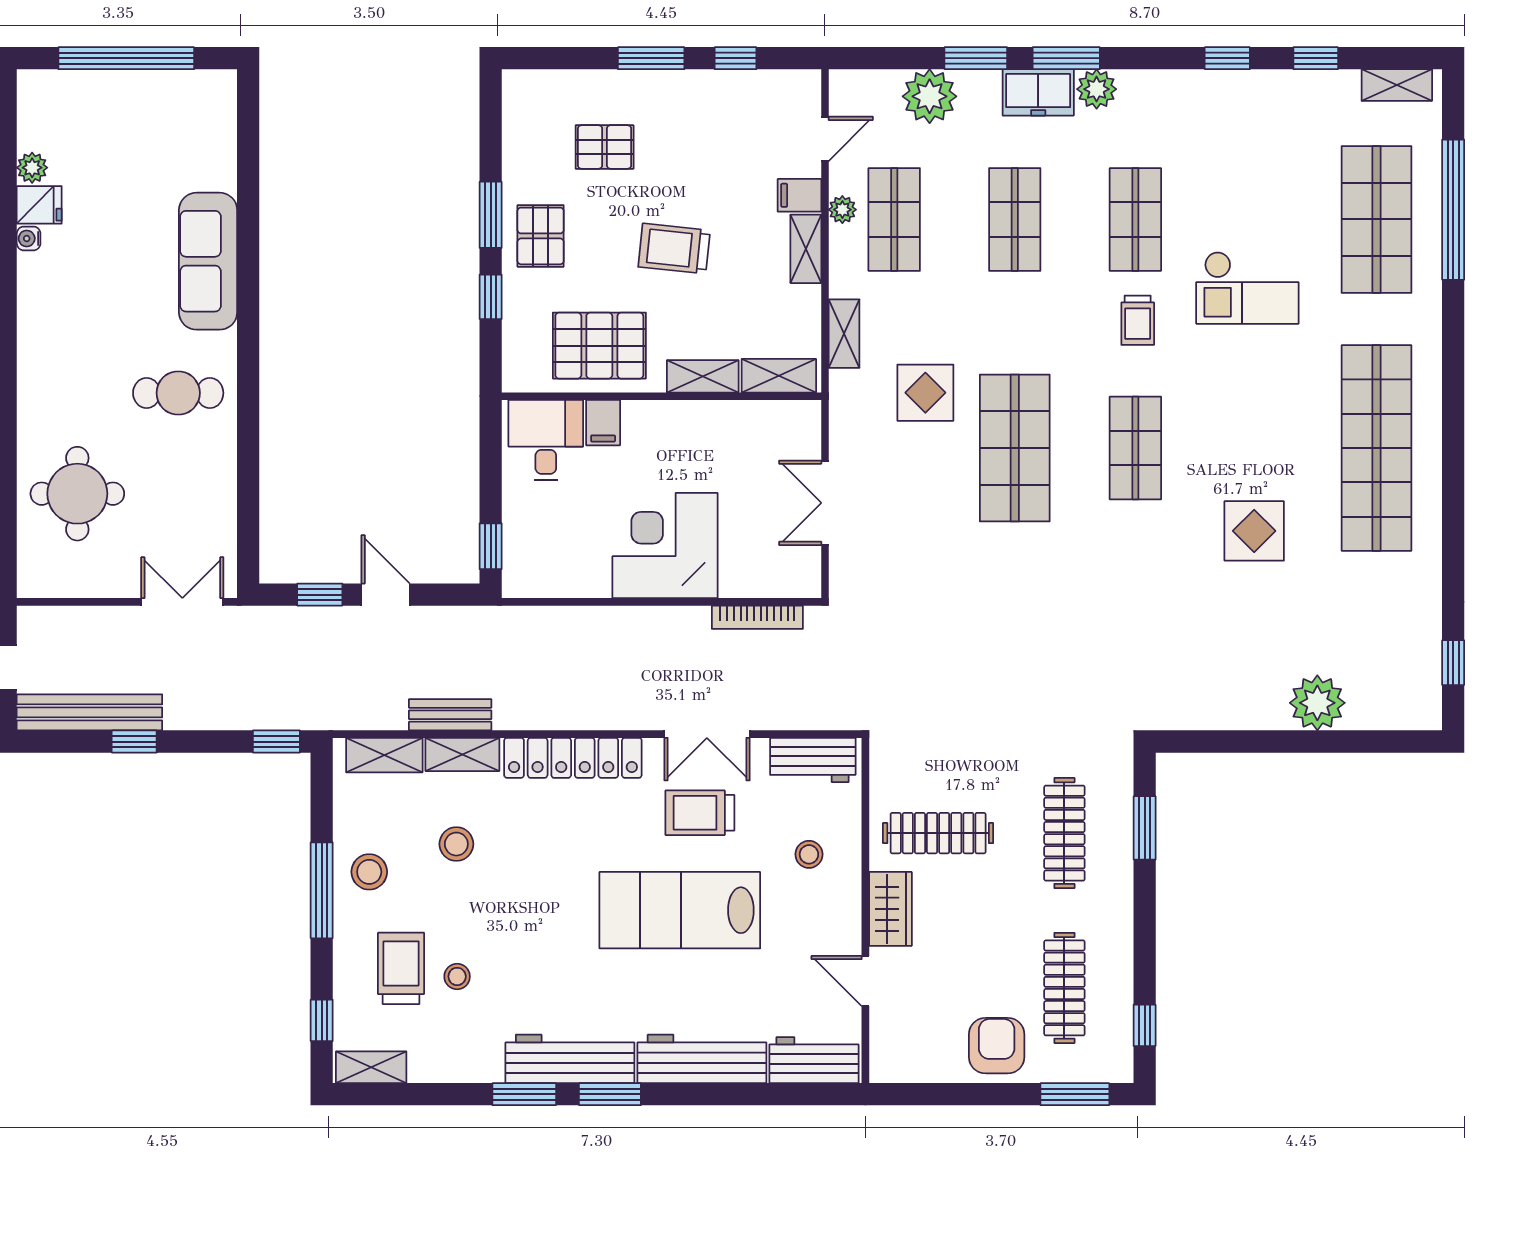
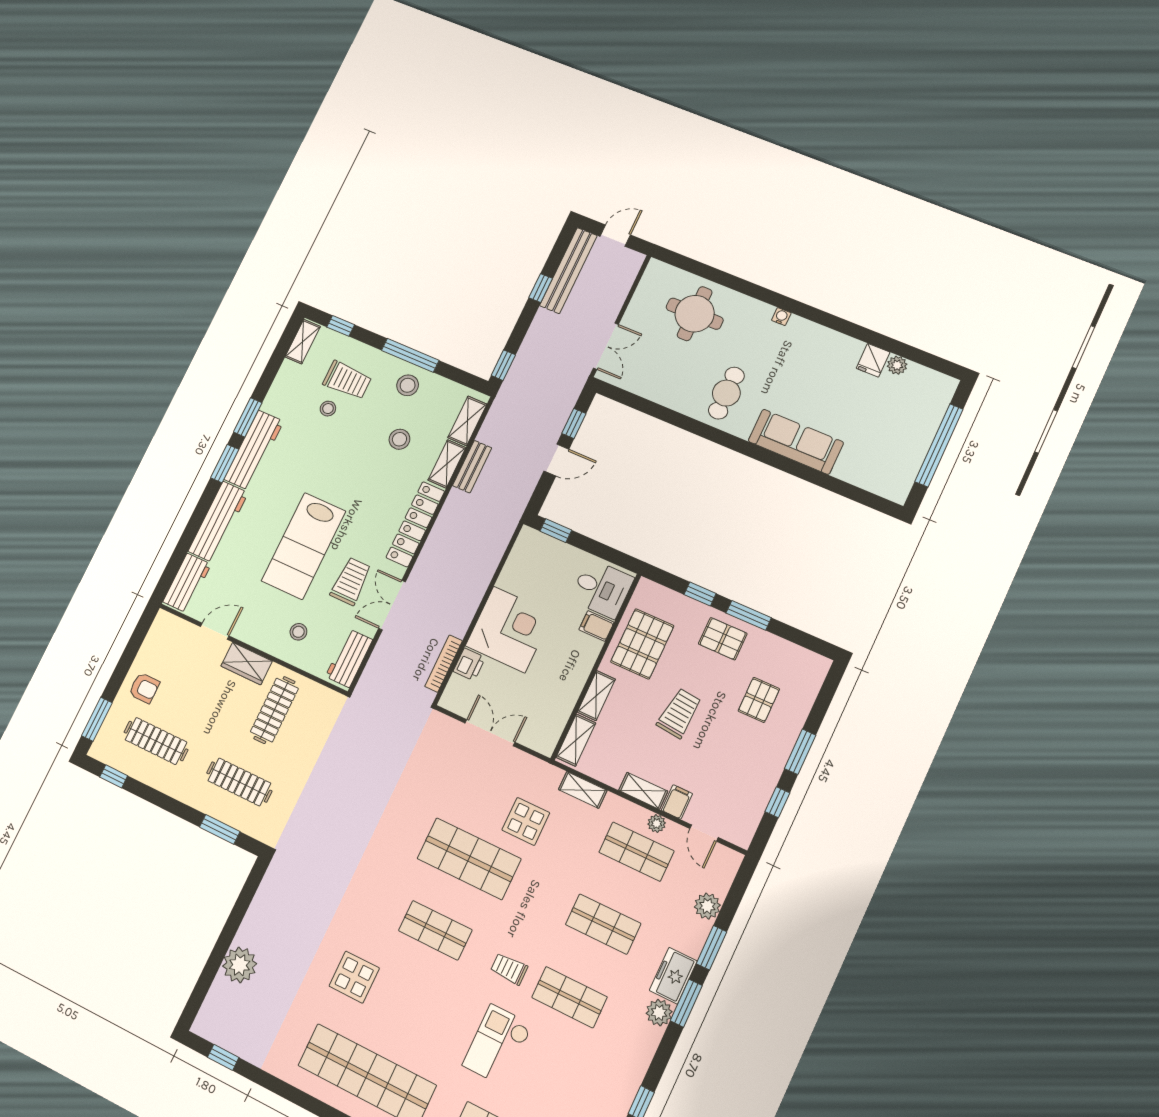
plant: (930, 96) -> (707, 906), width x0.73, depth x0.73
water cooler: (29, 238) -> (781, 317), moved
printer: (741, 579) -> (469, 664), added
lab bench: (680, 910) -> (303, 546), turned 180
armchair: (997, 1046) -> (144, 688), width x0.72, depth x0.72

